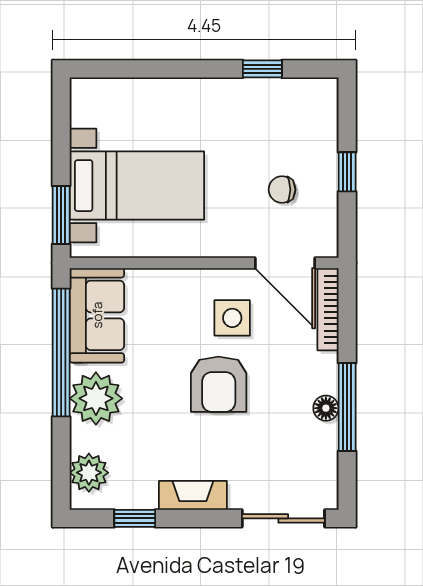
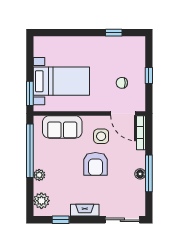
sofa: (97, 315) -> (62, 127), moved, turned 90
plant: (96, 398) -> (39, 175), width x0.53, depth x0.53

